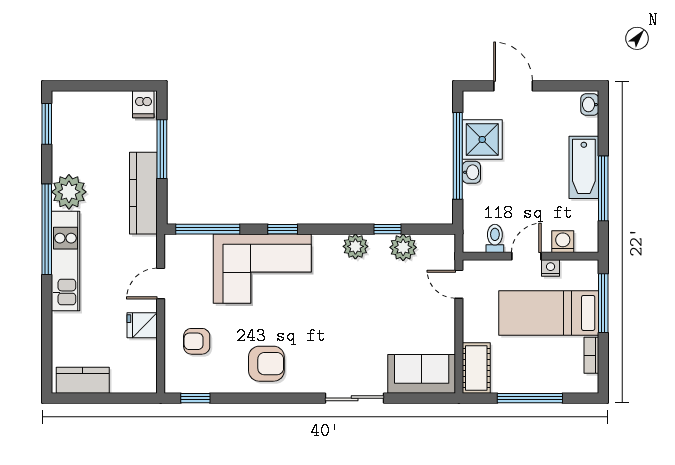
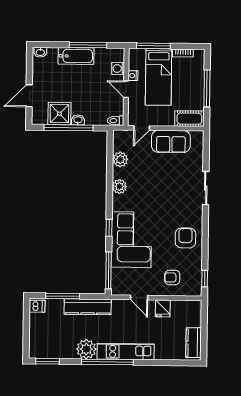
window: (387, 229) -> (110, 168), removed
toilet: (495, 238) -> (116, 121), moved
armchair: (197, 341) -> (172, 277), turned 90
sofa: (422, 374) -> (171, 141), moved, turned -90

